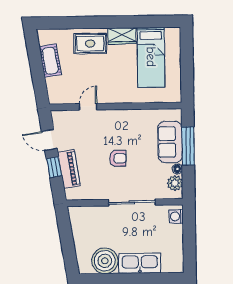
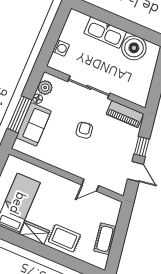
armchair: (118, 158) -> (84, 130), turned 82
piano: (69, 169) -> (125, 114), moved, turned -81
washing machine: (176, 216) -> (61, 48), moved

